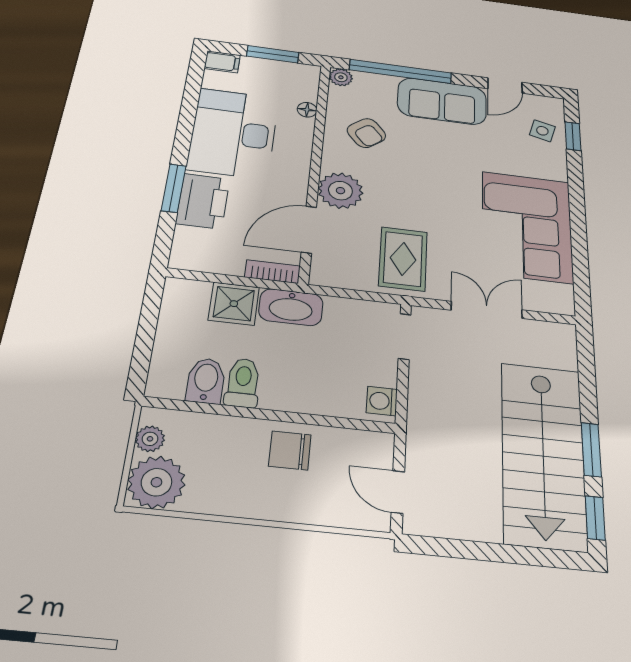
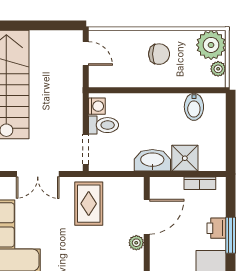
plant: (340, 191) -> (136, 243), width x0.53, depth x0.53
printer: (203, 201) -> (216, 228), width x0.53, depth x0.68
bookcase: (272, 272) -> (200, 183), moved
toilet: (243, 383) -> (103, 125), moved, turned -90
chair: (290, 450) -> (159, 54), moved

